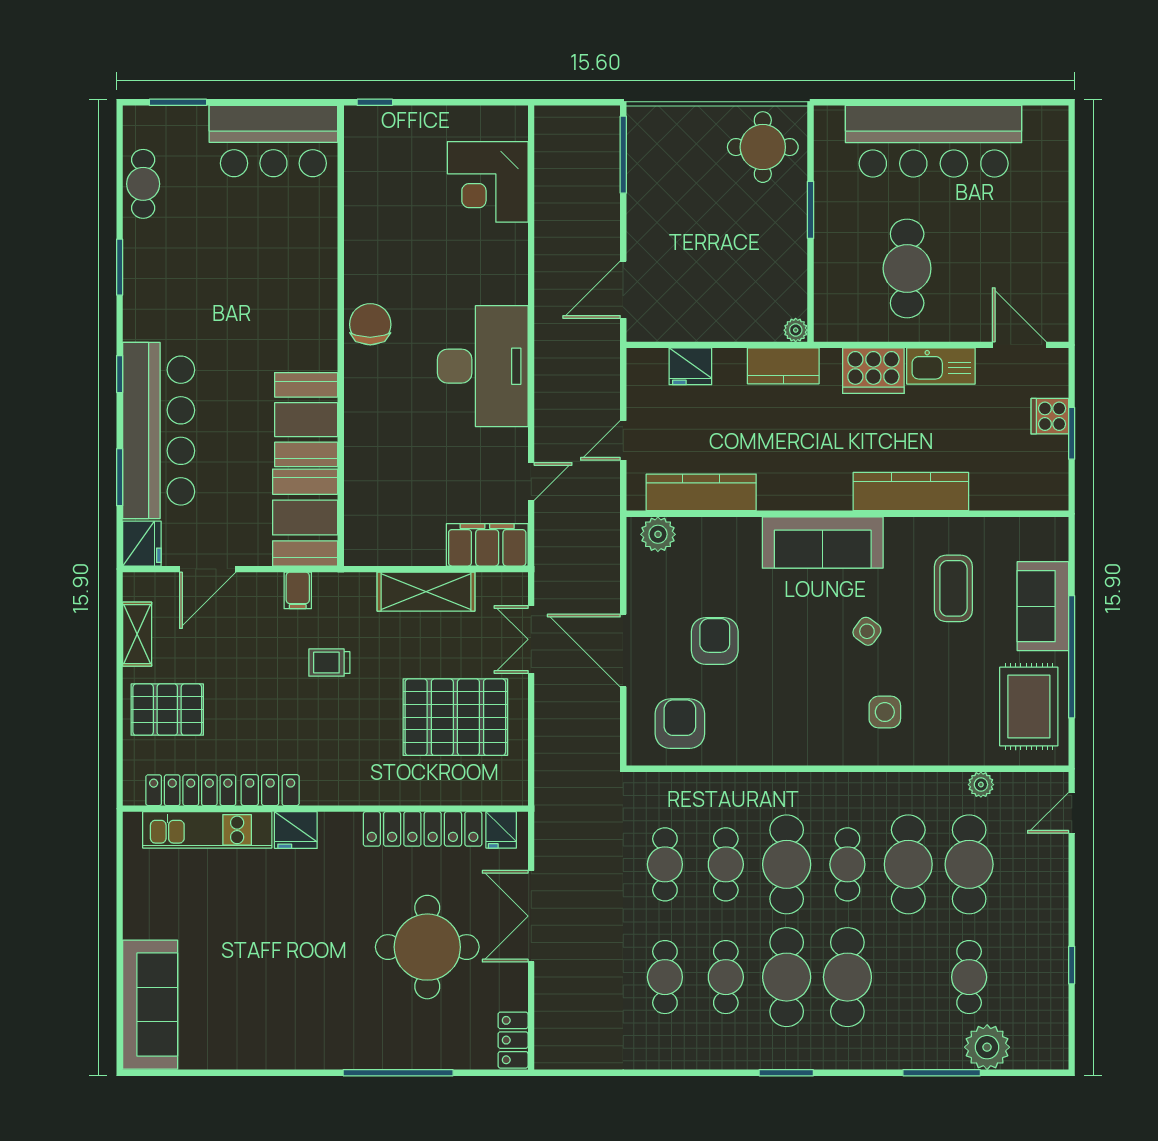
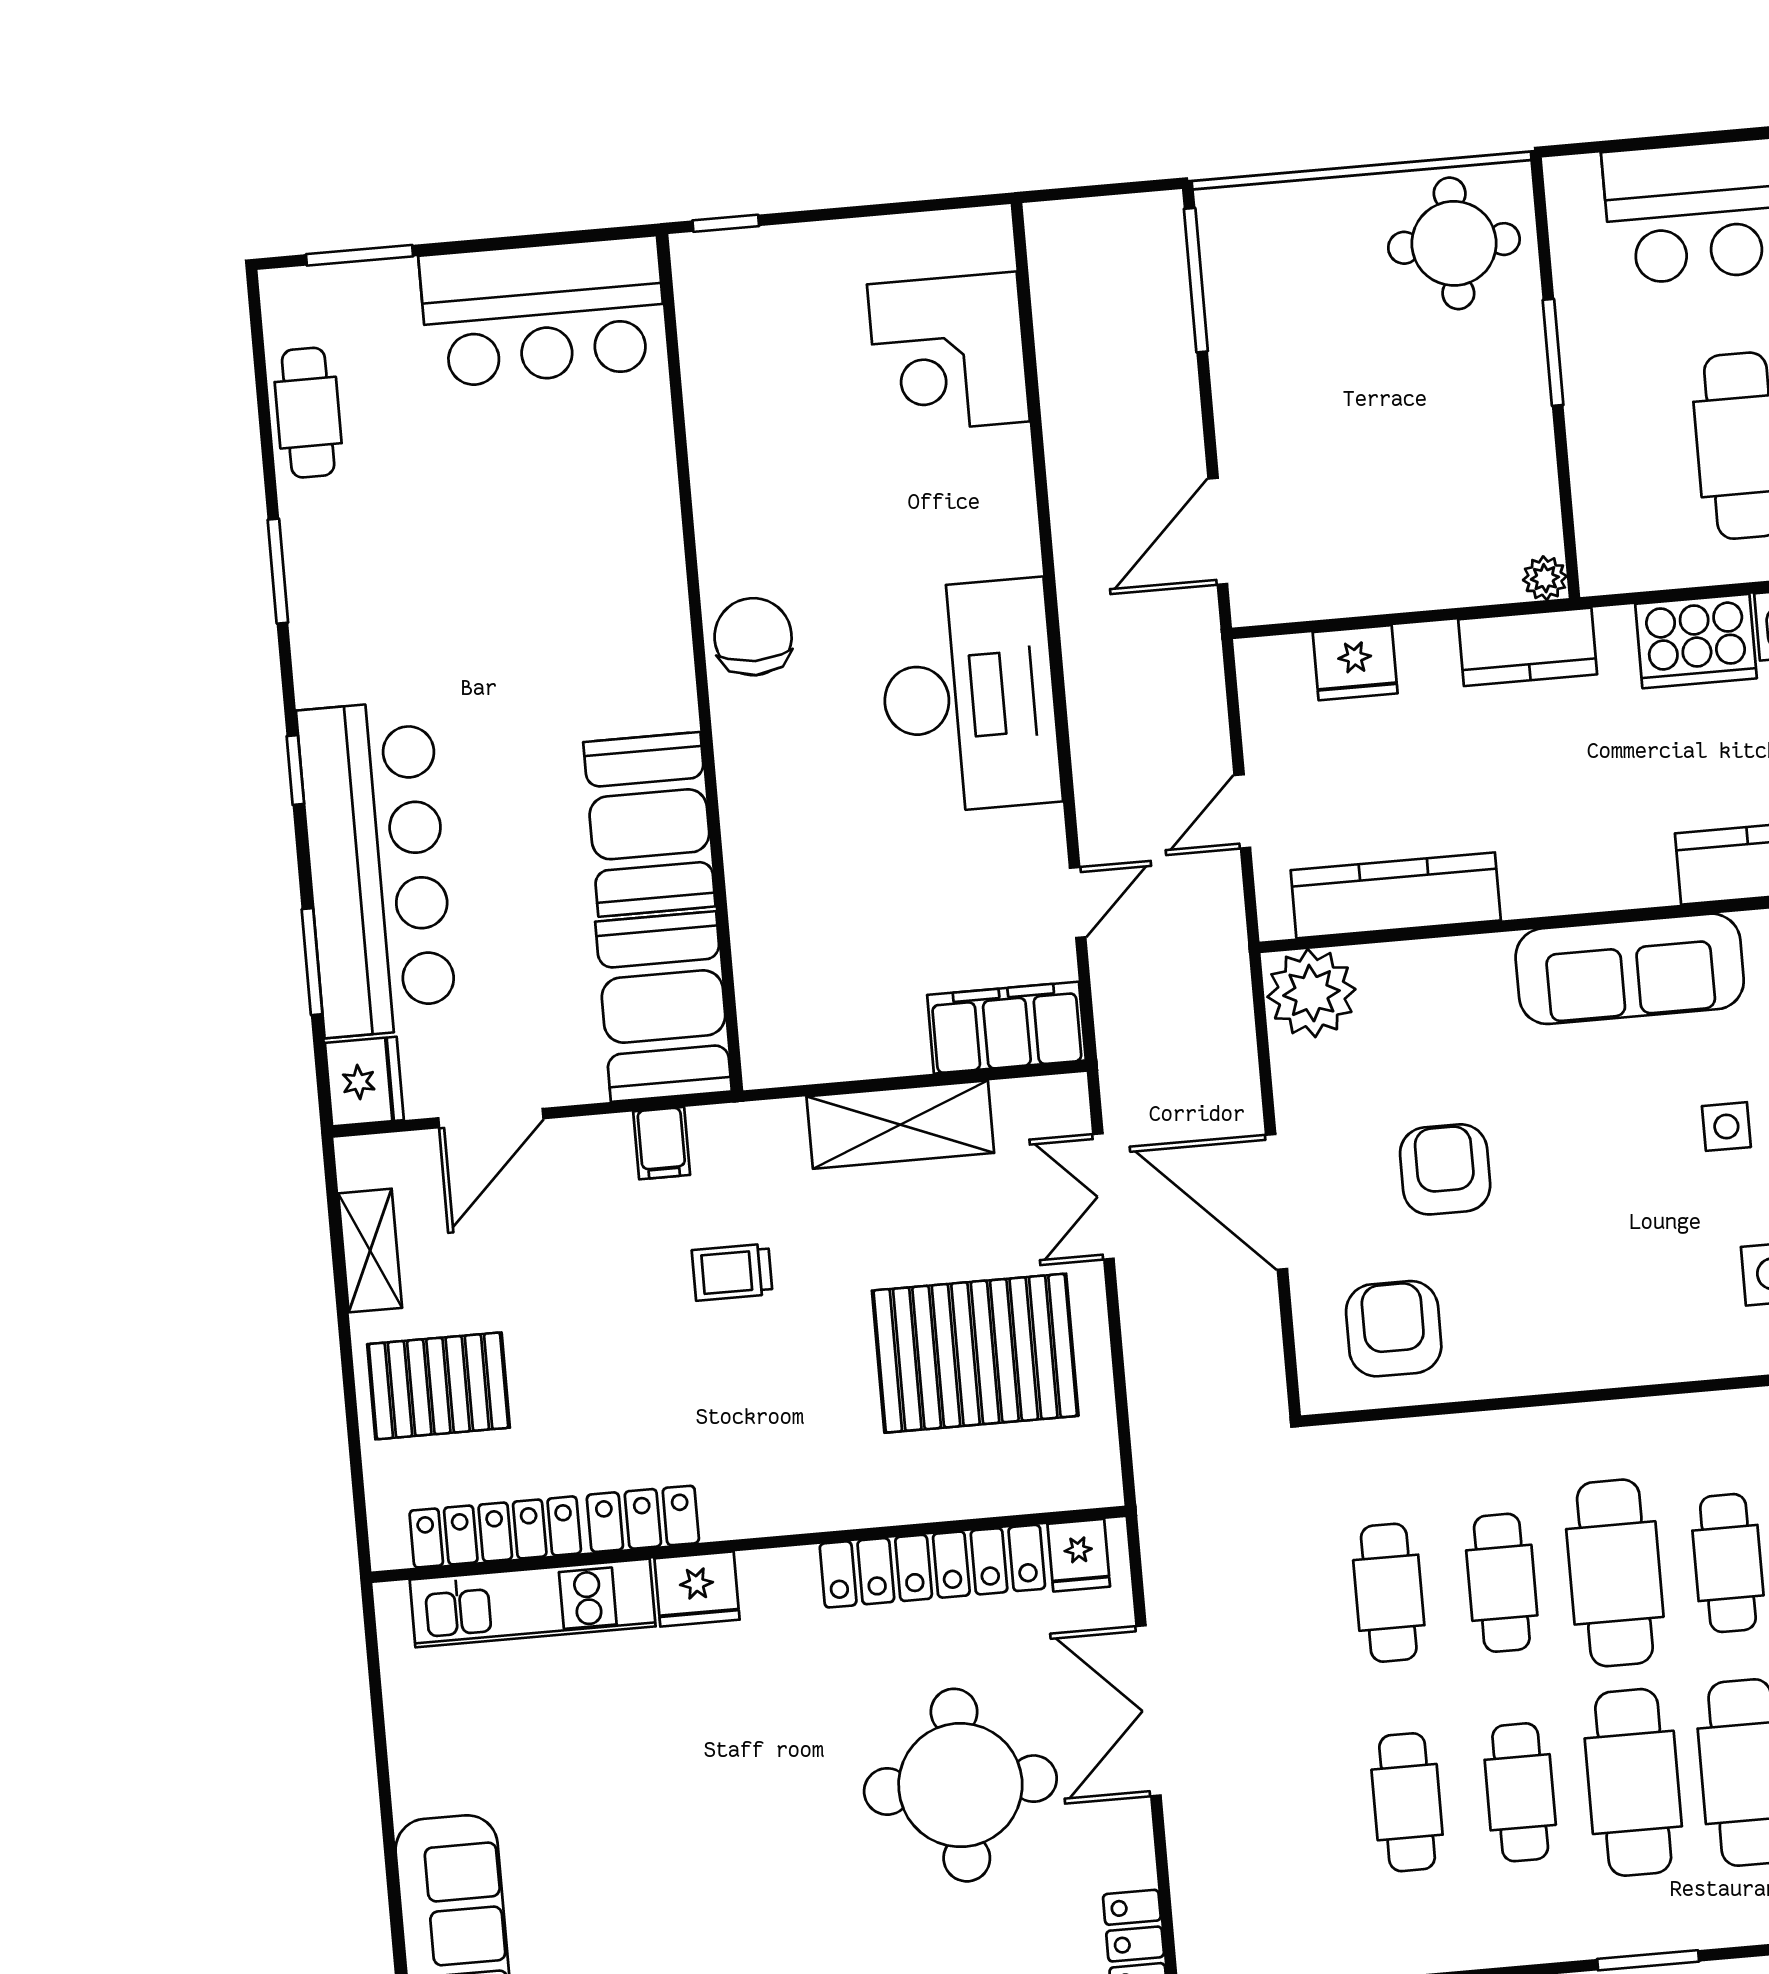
plant: (658, 534) -> (1311, 993), width x1.36, depth x1.36
side table: (867, 631) -> (1726, 1127), turned -36

